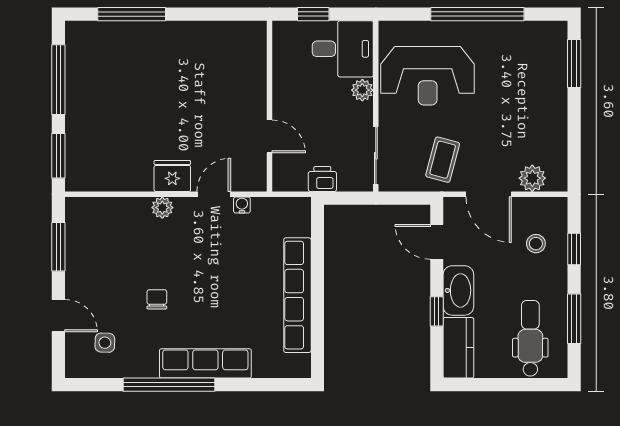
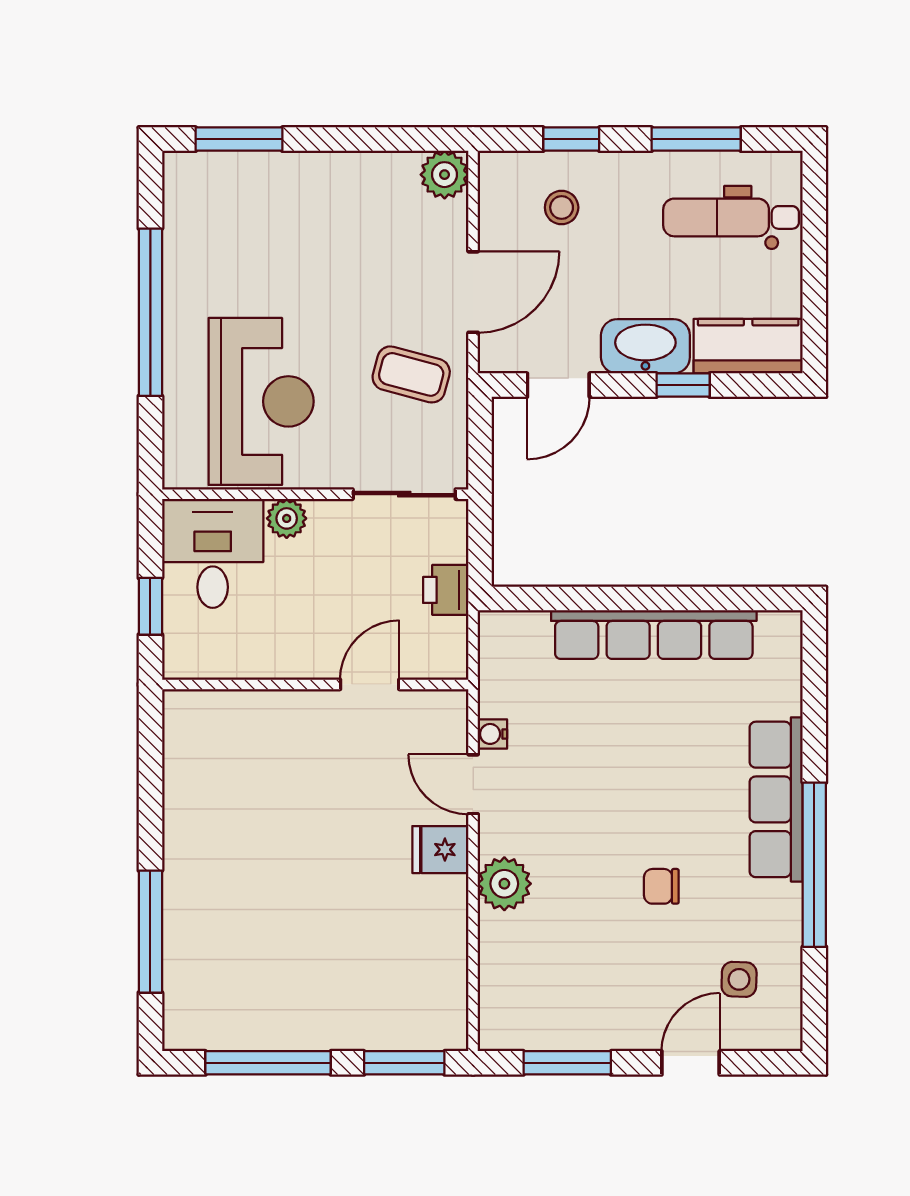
fridge: (172, 176) -> (440, 850), width x0.72
plant: (532, 178) -> (445, 175), moved
plant: (162, 208) -> (504, 884), width x1.38, depth x1.38

